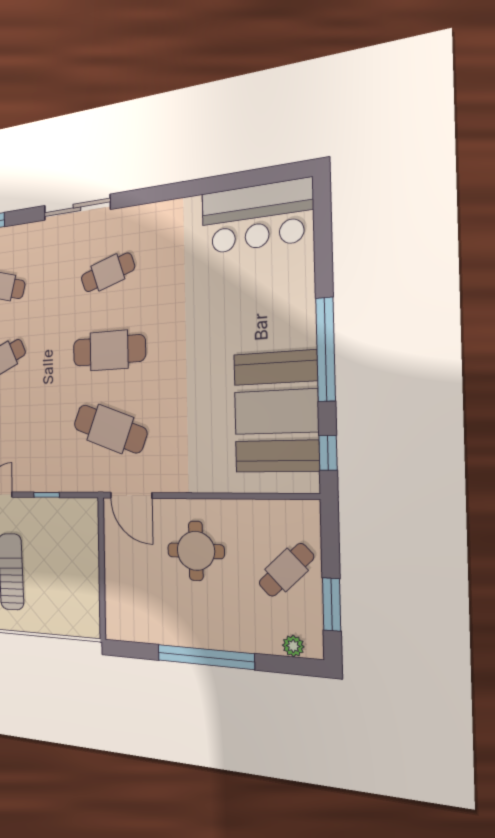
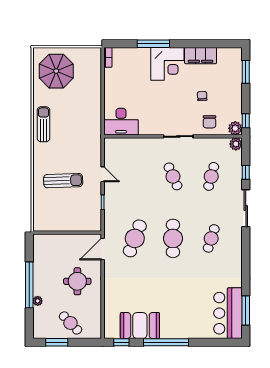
window: (250, 178) -> (246, 310), added
sliding door: (77, 207) -> (246, 208), moved
cafe table: (108, 272) -> (211, 238), turned 36
booth: (276, 412) -> (140, 326), width x0.73, depth x0.70
plant: (293, 646) -> (38, 301), moved

